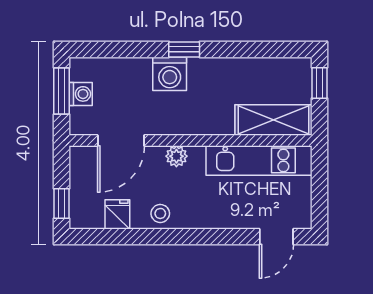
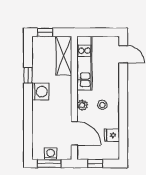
window: (184, 49) -> (28, 75), moved
washing machine: (170, 74) -> (40, 92), moved
window: (61, 204) -> (95, 164), moved
stool: (160, 213) -> (102, 105), moved

